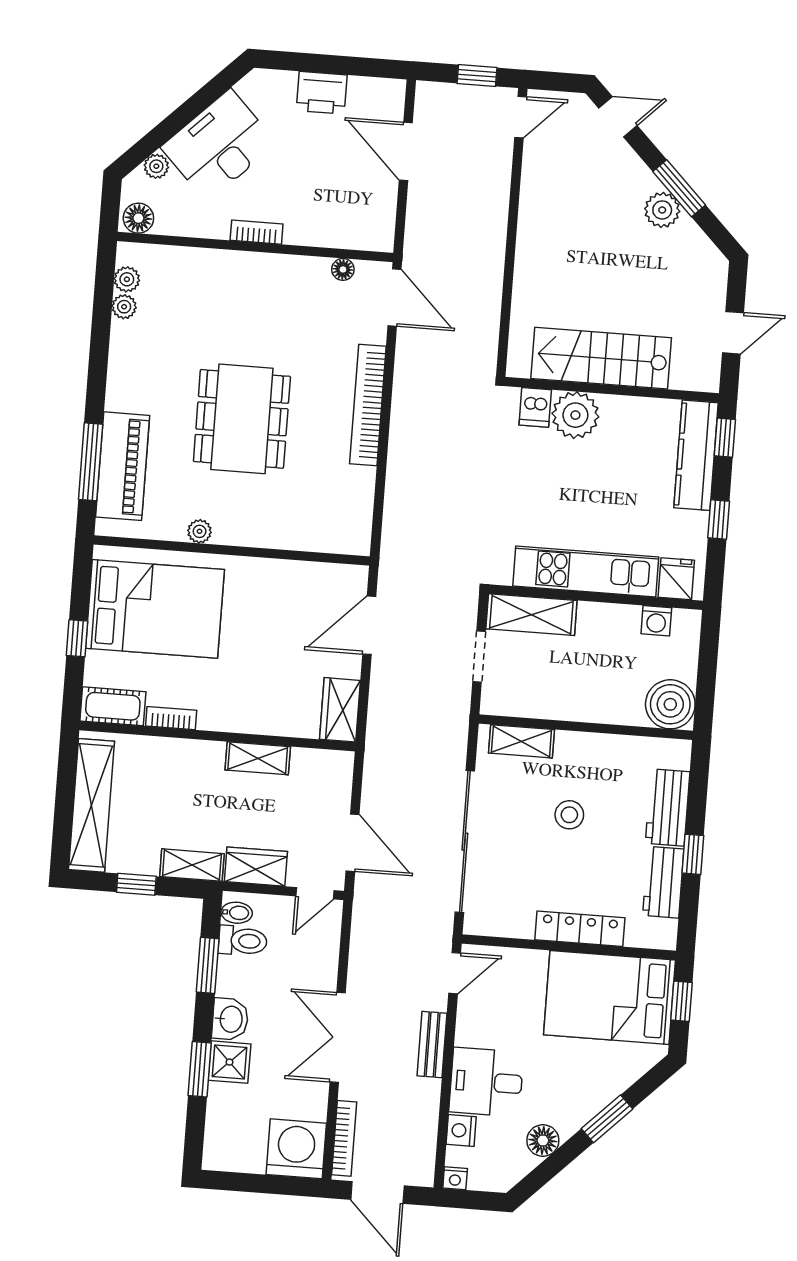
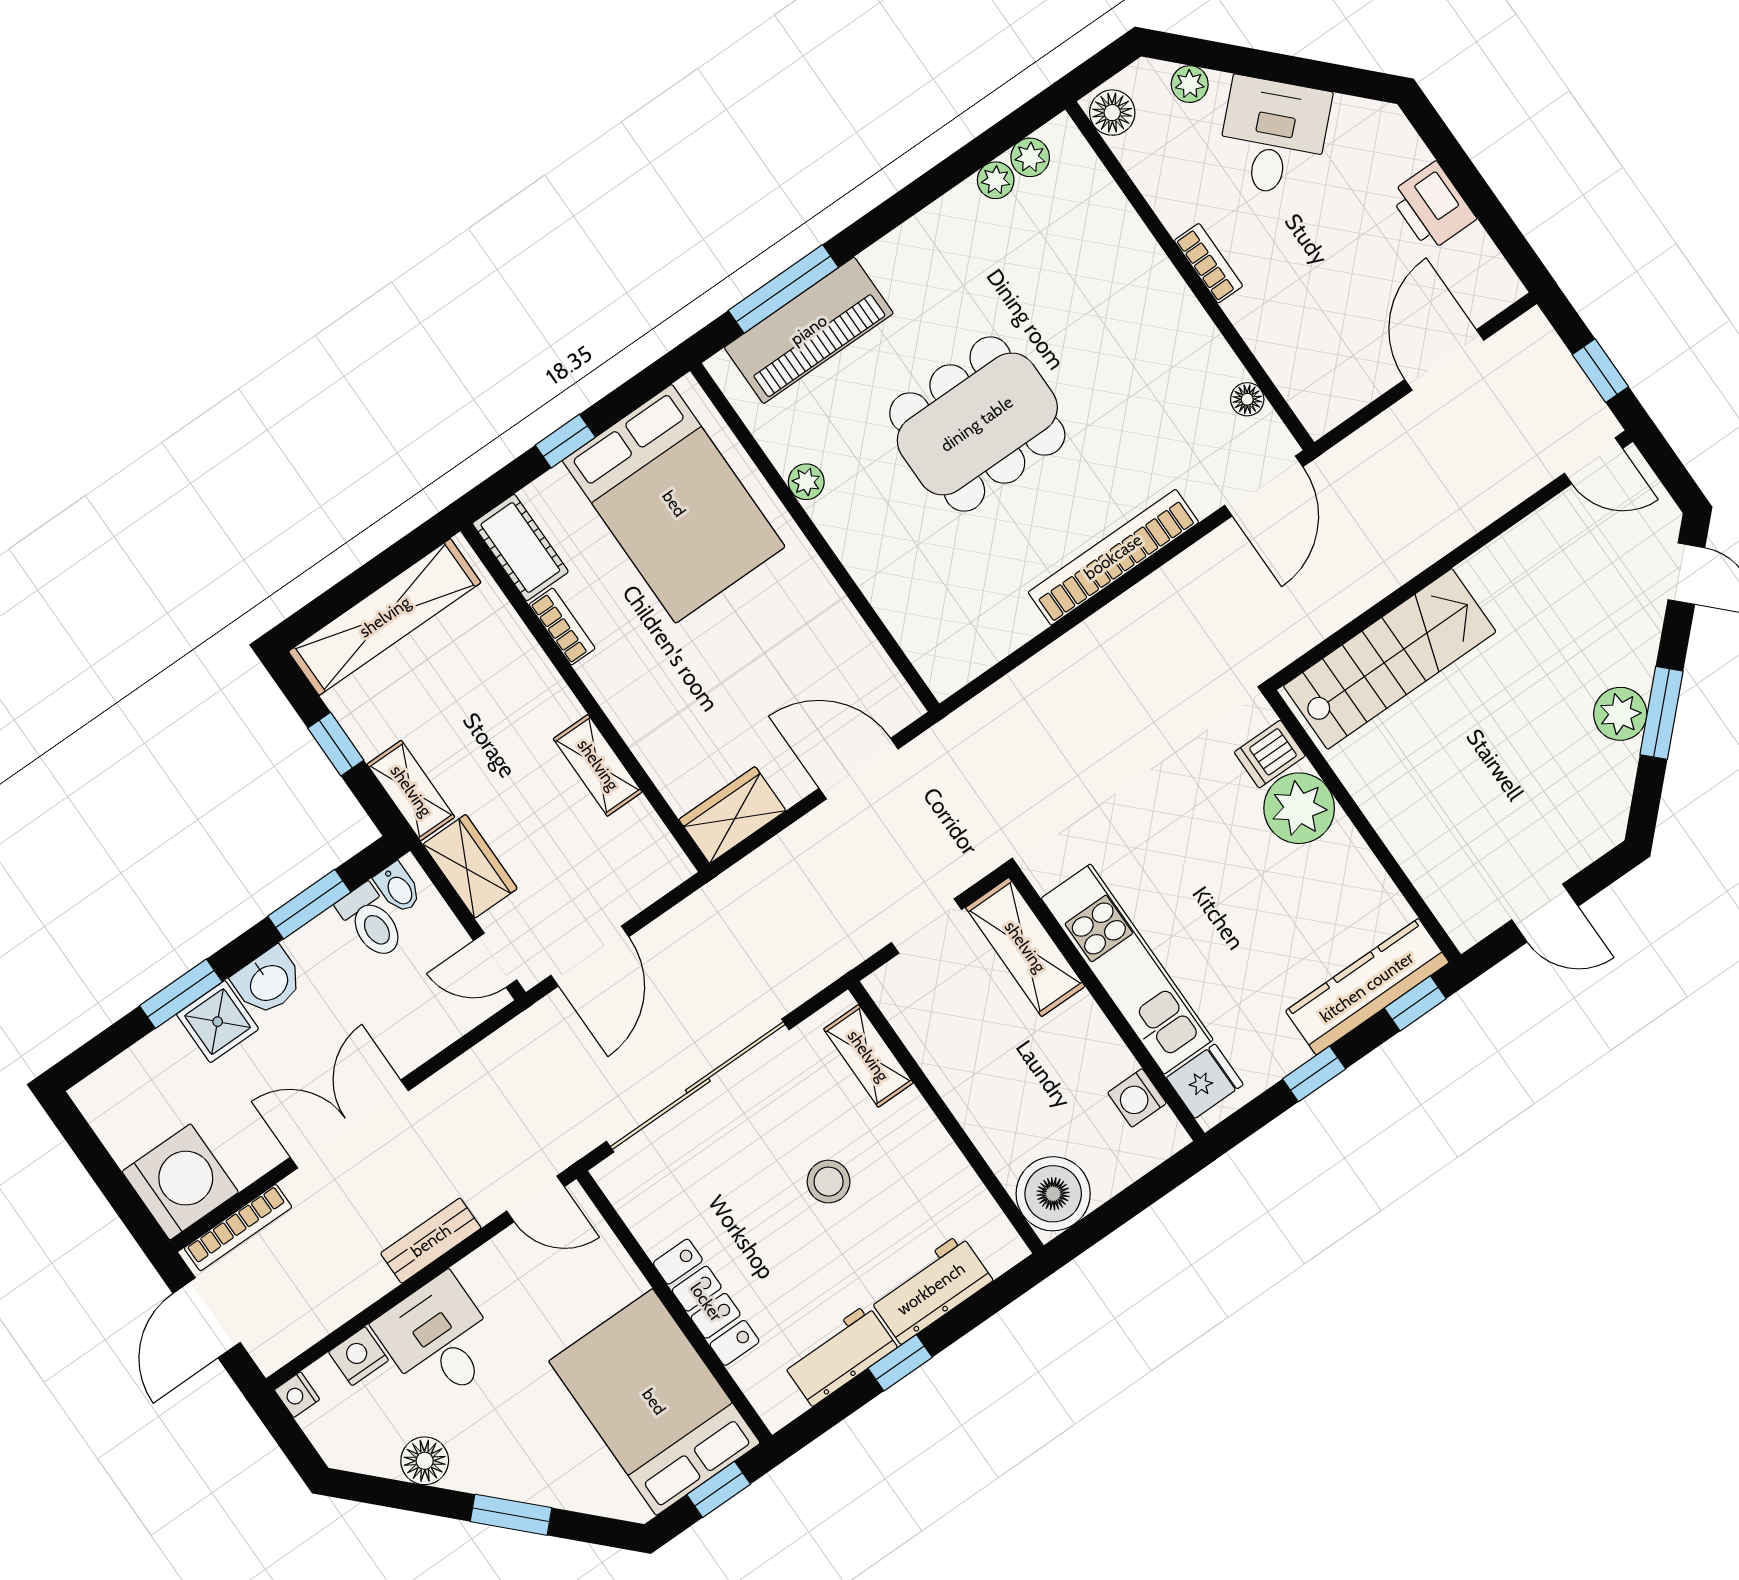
desk: (219, 145) -> (1273, 137), width x0.73
stairs: (601, 358) -> (1390, 659), moved, turned 90

